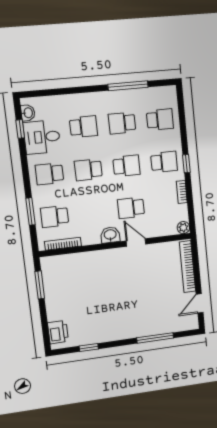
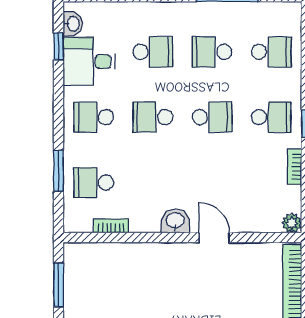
school desk: (131, 208) -> (212, 183), removed
bookcase: (63, 244) -> (111, 226), width x0.64

